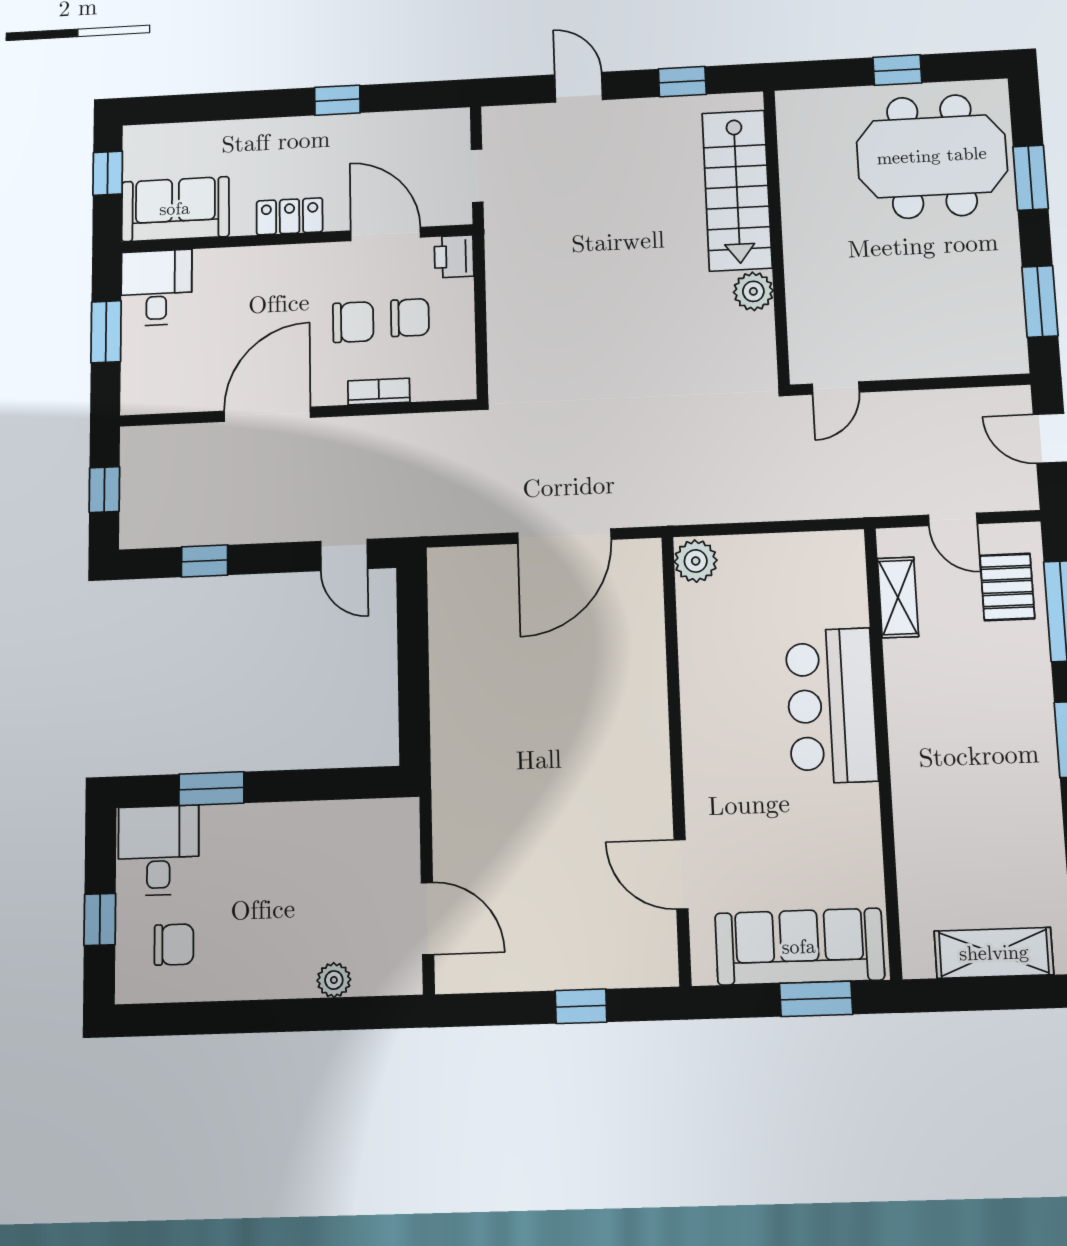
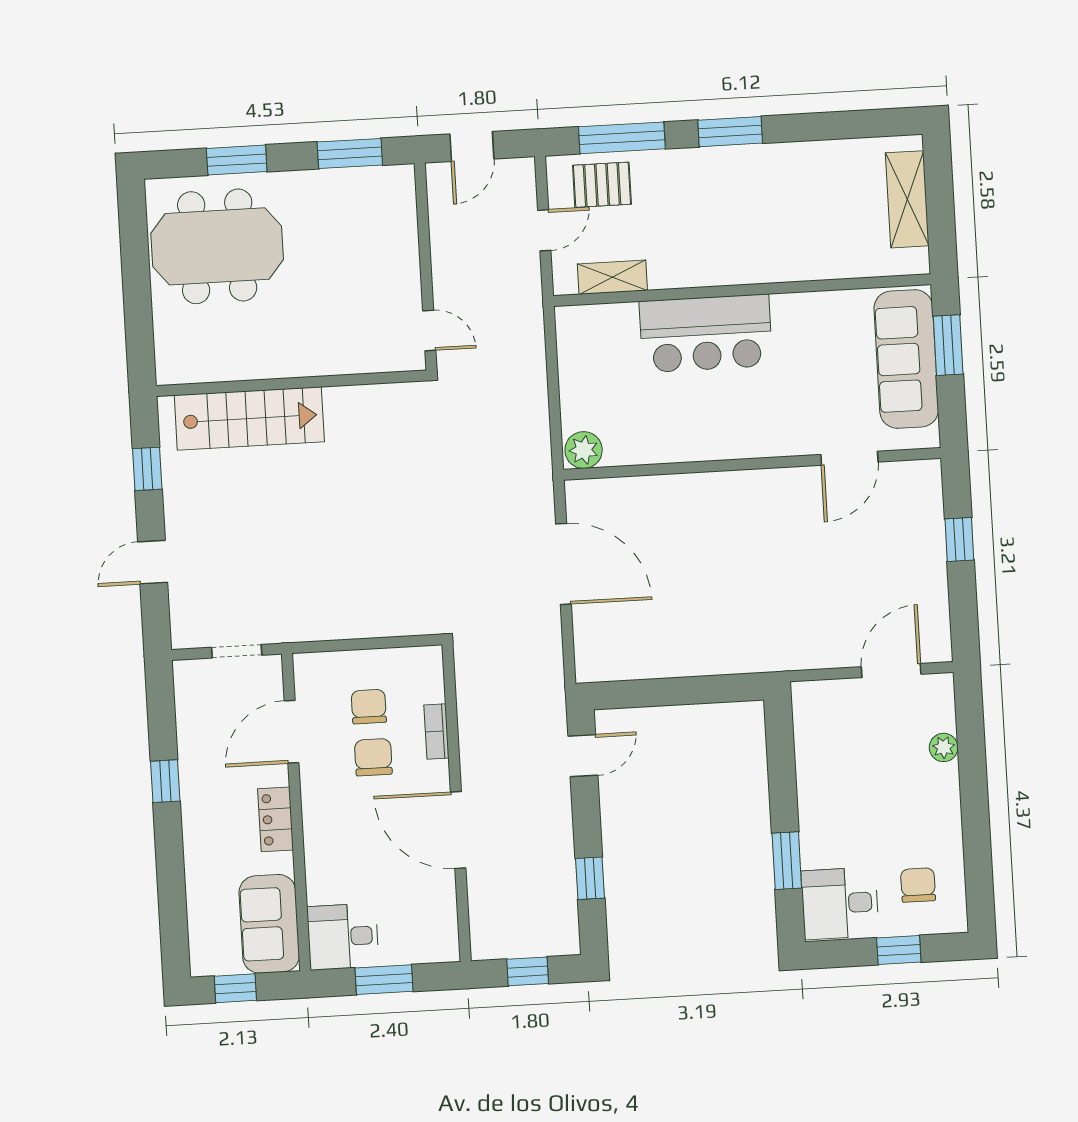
window: (897, 70) -> (136, 277), removed
meeting table: (932, 156) -> (217, 246), turned 90
printer: (454, 256) -> (312, 669), removed
plant: (753, 291) -> (342, 403), removed

